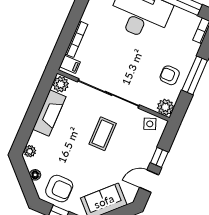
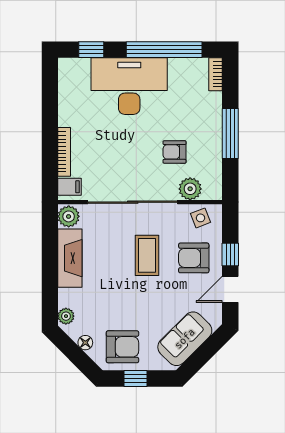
armchair: (170, 75) -> (174, 152), moved
plant: (165, 107) -> (190, 189), moved
armchair: (134, 149) -> (194, 258), added

